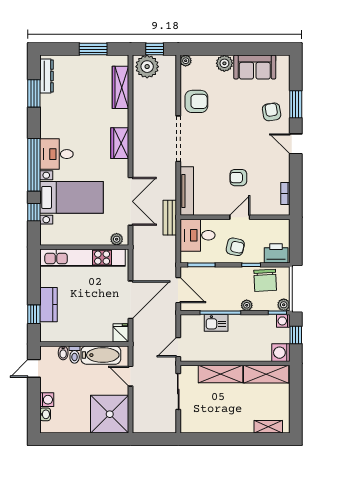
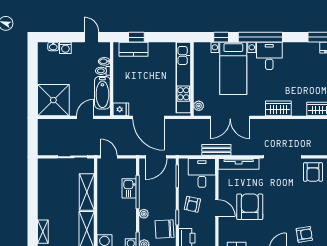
armchair: (238, 178) -> (250, 207), width x1.88, depth x1.88
kitchen counter: (48, 305) -> (133, 49), moved

